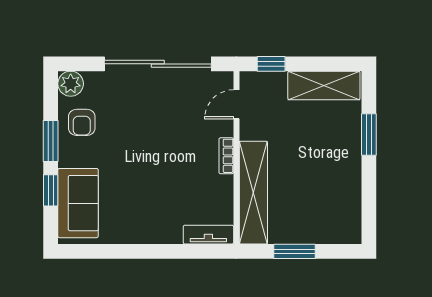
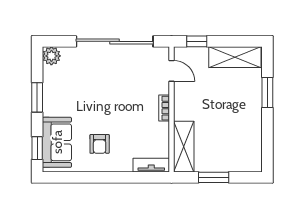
door: (236, 104) -> (172, 71), swing flipped
armchair: (82, 122) -> (100, 144), moved
window: (51, 190) -> (37, 148), moved
shelving: (253, 193) -> (184, 147), width x0.68

